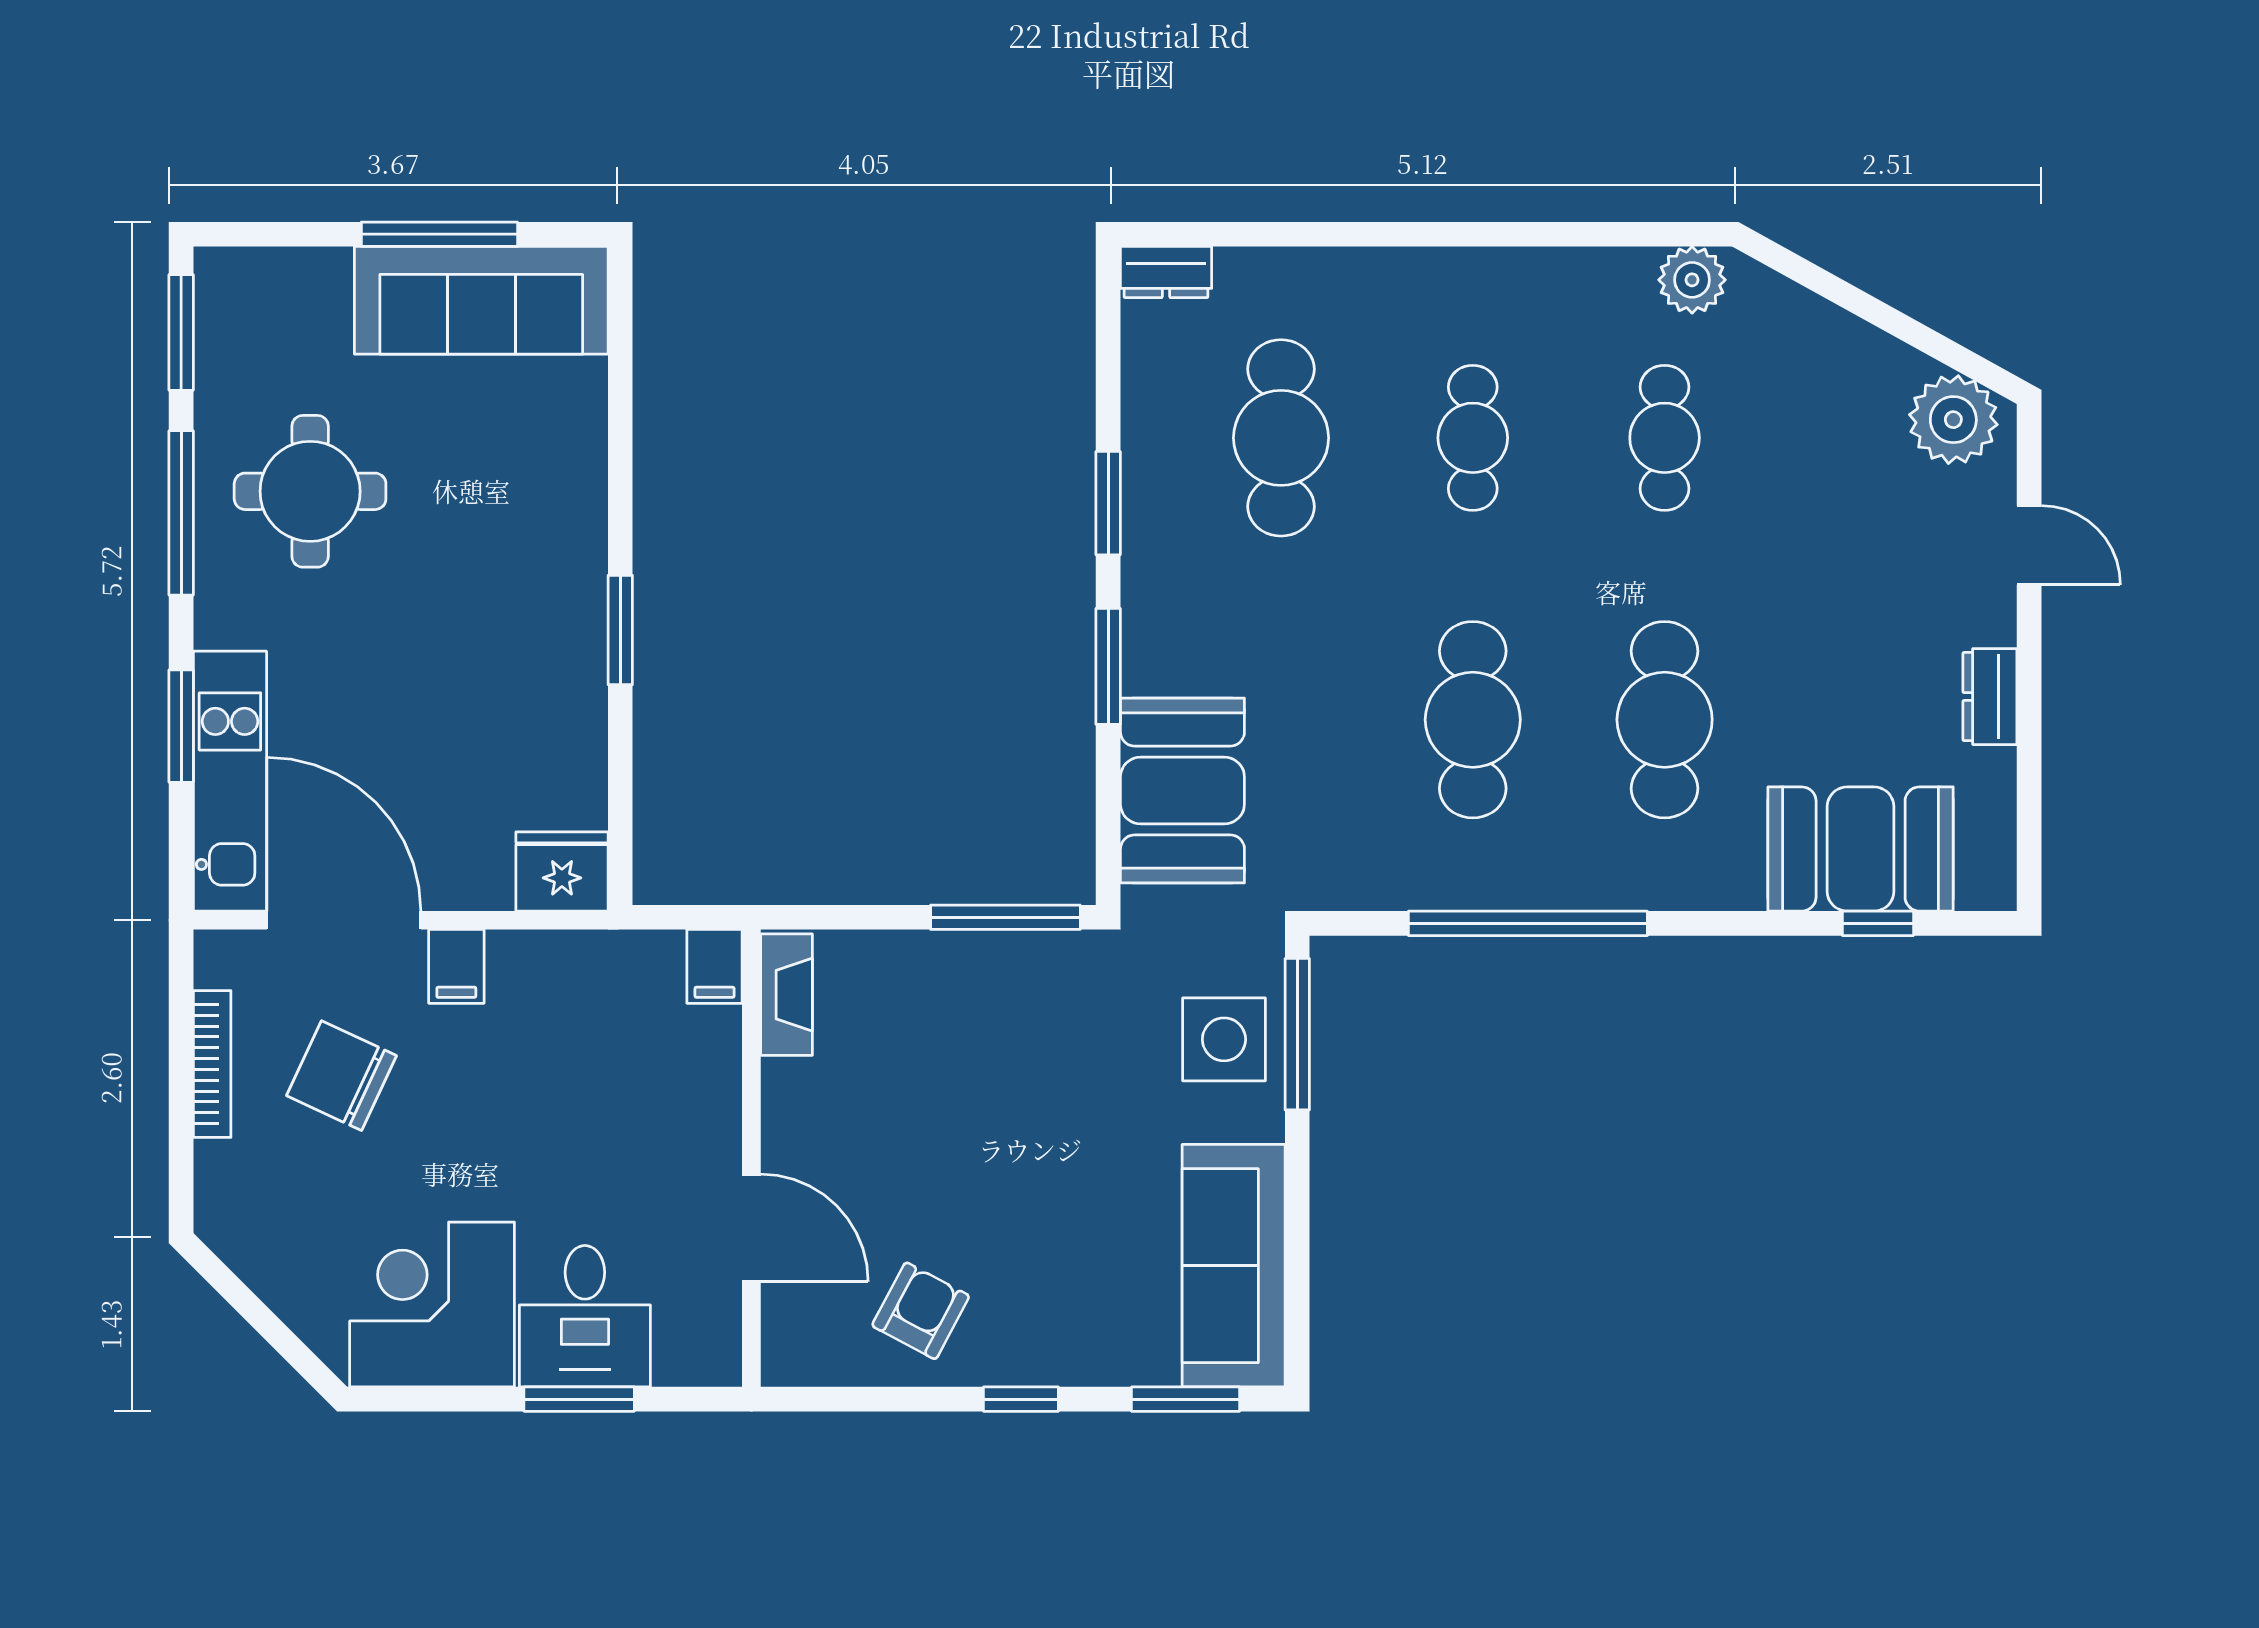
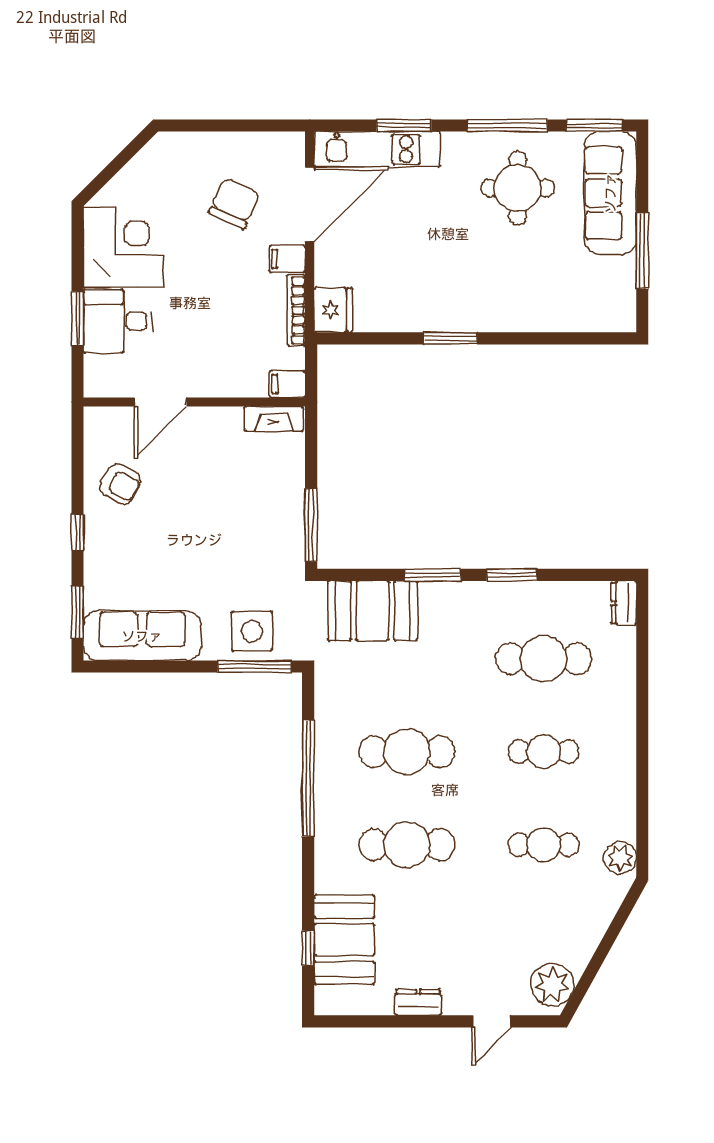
sofa: (481, 300) -> (610, 193), moved
bookcase: (212, 1064) -> (296, 310), moved, turned 90

